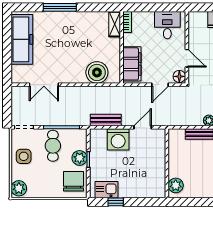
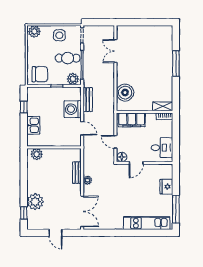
freezer: (22, 39) -> (151, 34), removed
plant: (80, 158) -> (73, 79), moved
kitchen sink: (106, 190) -> (33, 125), moved

